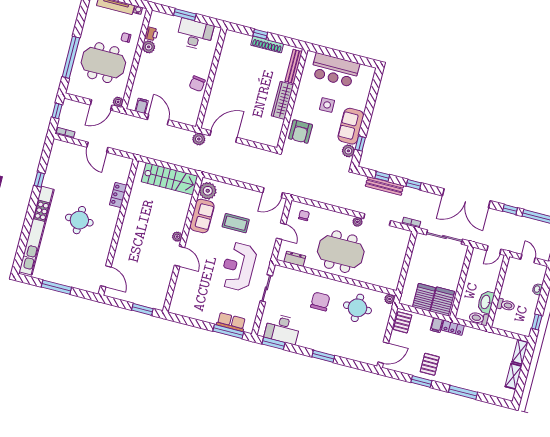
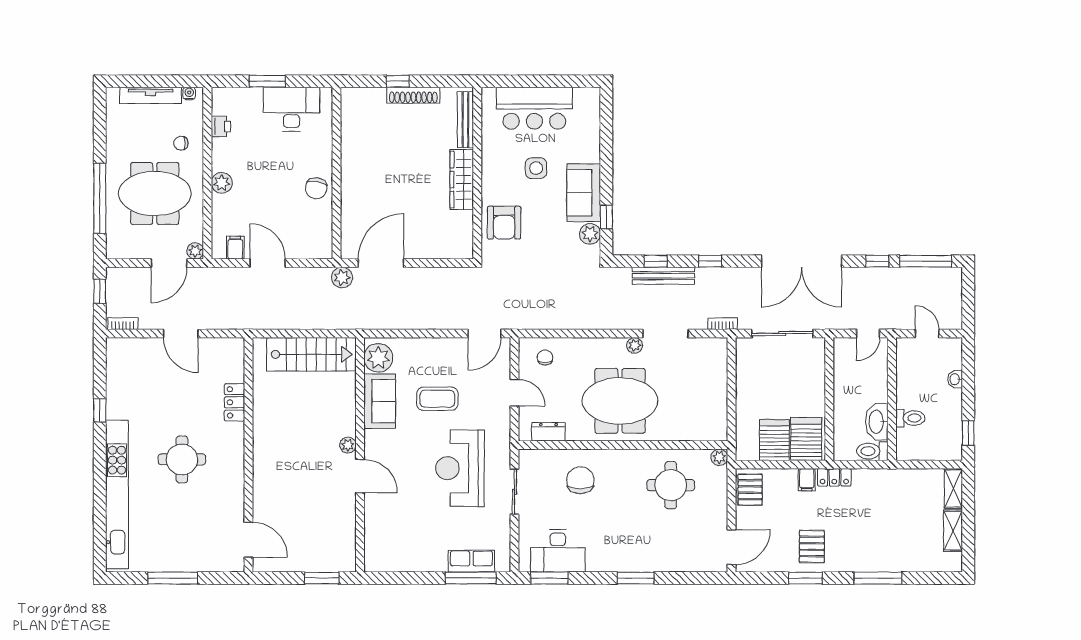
plant: (149, 47) -> (222, 183), moved
chair: (320, 302) -> (580, 480), moved

